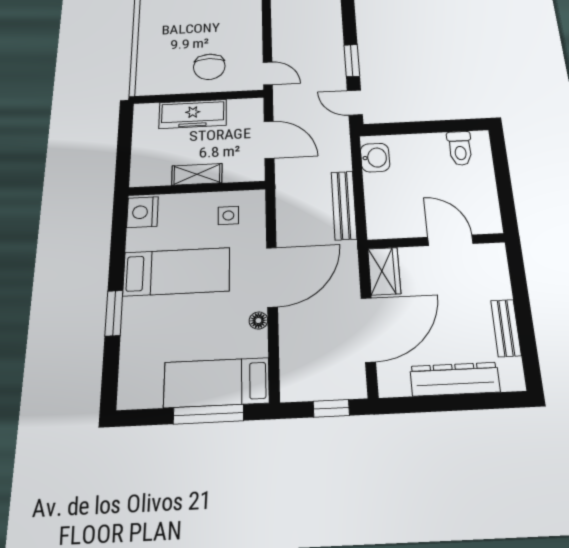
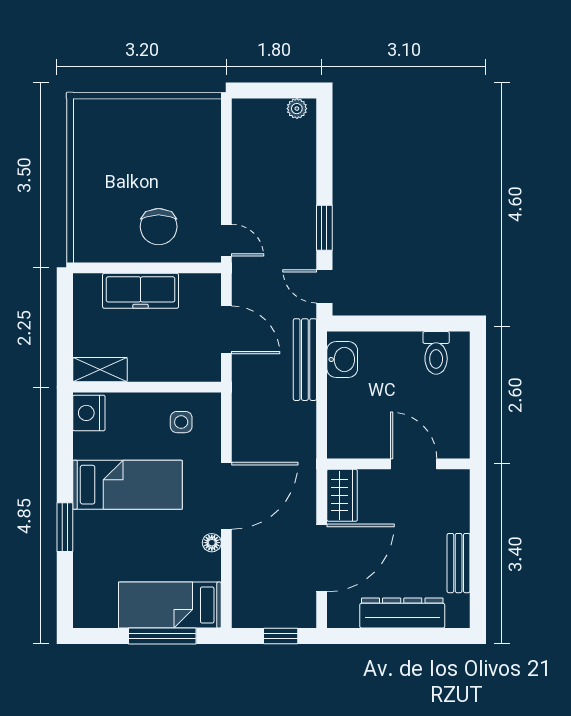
shelving: (197, 174) -> (100, 370), moved
bench: (344, 205) -> (305, 360), moved

